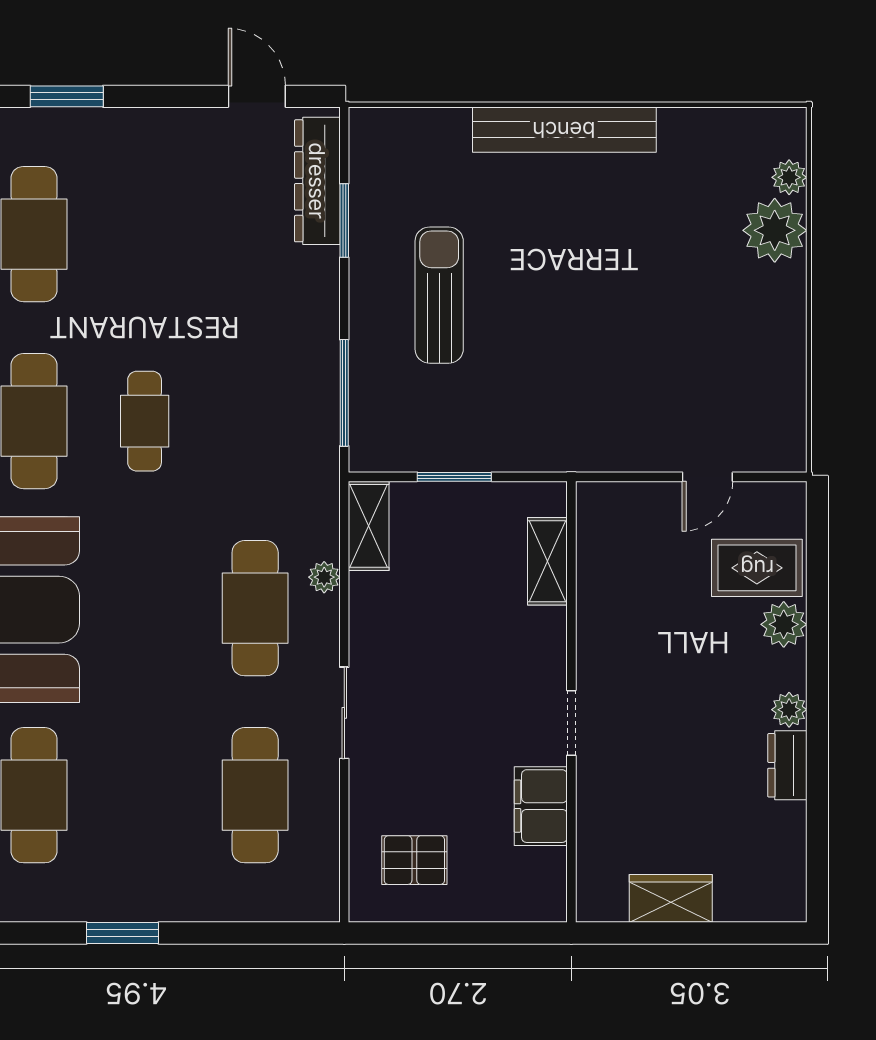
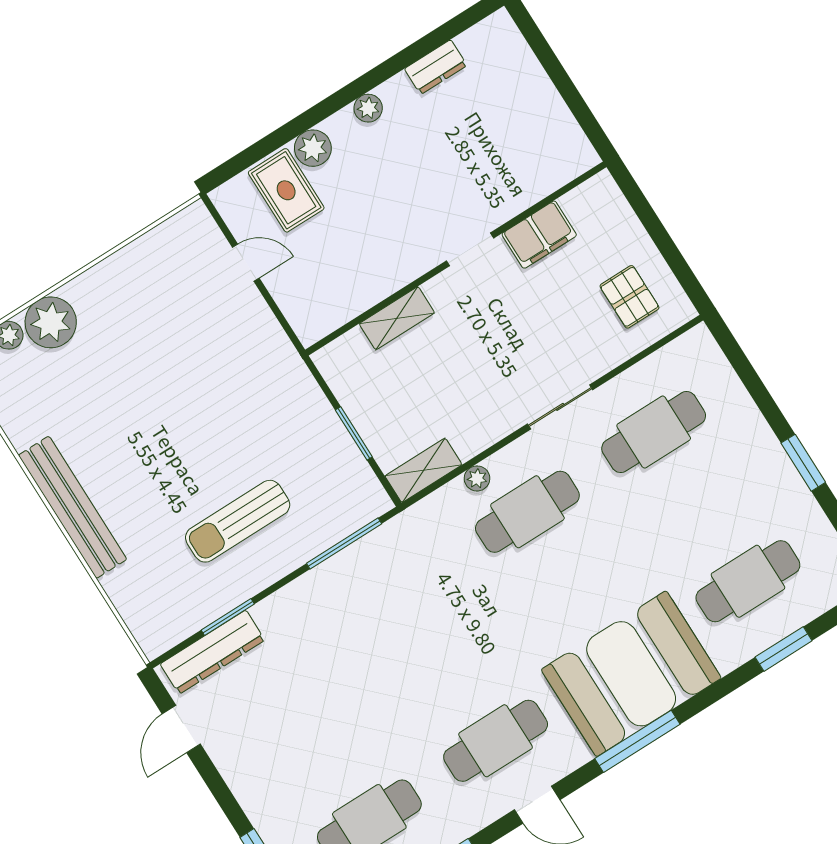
cafe table: (145, 421) -> (448, 666), removed
shelving: (547, 561) -> (397, 318), moved
dresser: (787, 765) -> (436, 67), moved
wardrobe: (671, 898) -> (546, 107), removed

